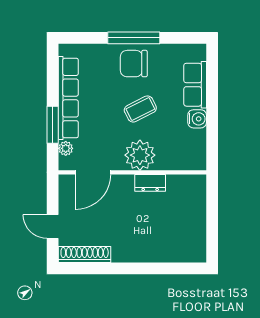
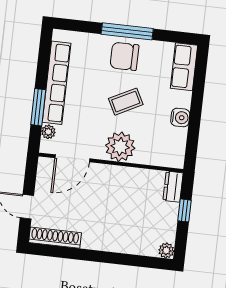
row of seats: (195, 85) -> (184, 67), moved
dresser: (150, 183) -> (173, 187), moved, turned 90
window: (212, 212) -> (184, 210), added
plant: (198, 255) -> (166, 251), added

